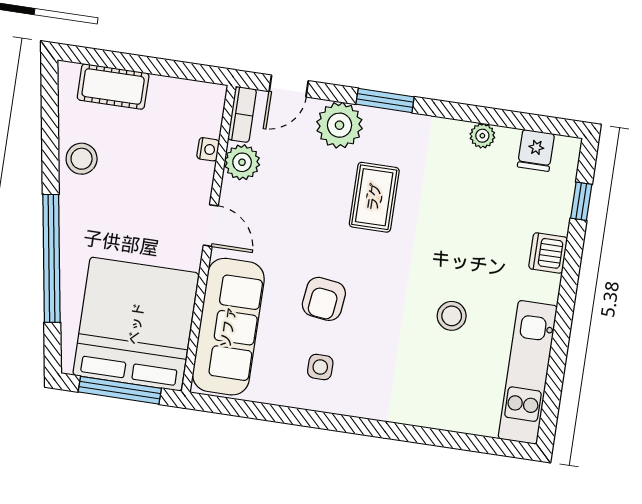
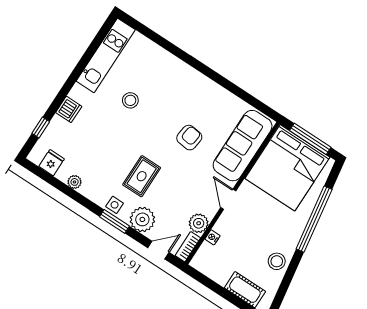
side table: (320, 367) -> (115, 205), moved

